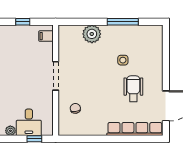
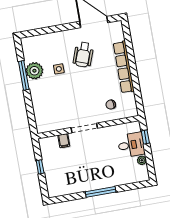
plant: (92, 34) -> (34, 71), moved
filing cabinet: (46, 36) -> (64, 141), moved
wheelchair: (133, 89) -> (83, 55), turned -70
row of seats: (135, 129) -> (124, 67), moved

